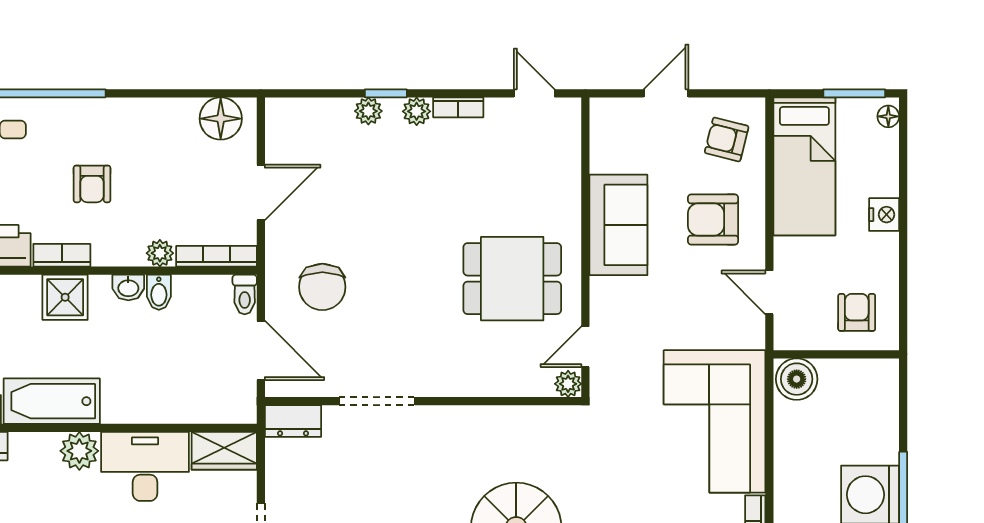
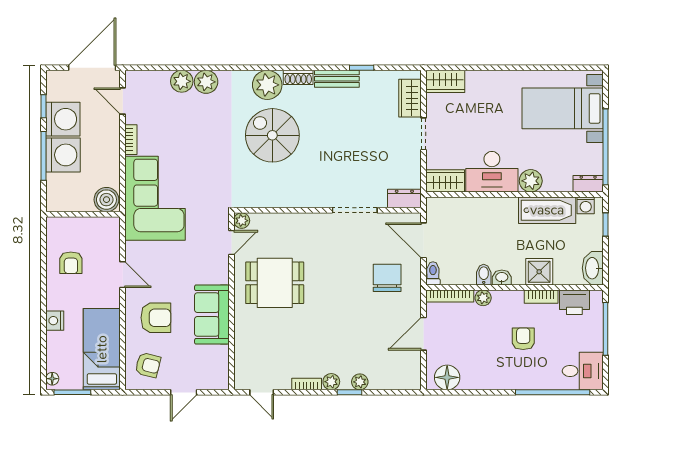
wall: (836, 354) -> (83, 214), moved
boiler: (797, 379) -> (106, 200), moved

